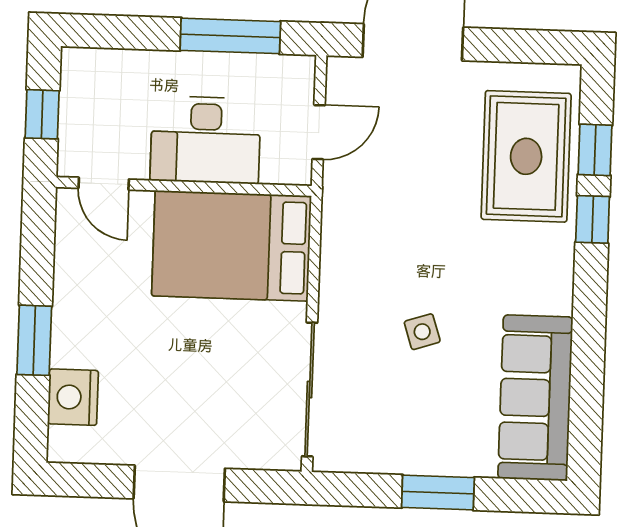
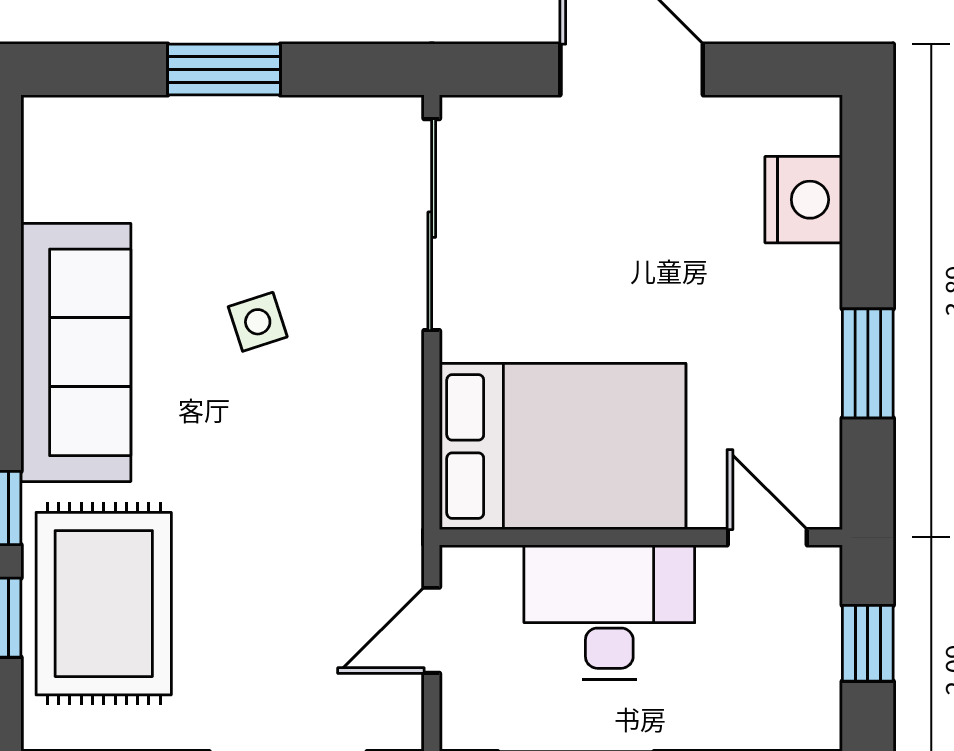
window: (34, 340) -> (868, 363), moved
sofa: (535, 398) -> (76, 352), moved

